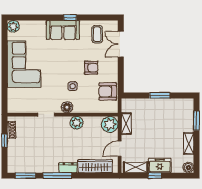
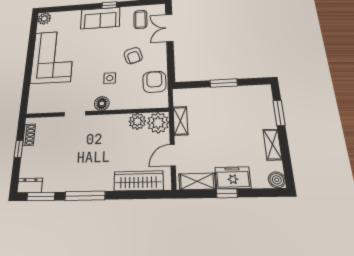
armchair: (91, 68) -> (133, 56), turned 73
armchair: (108, 91) -> (154, 82), turned 89
plant: (76, 123) -> (137, 121), moved
dresser: (68, 168) -> (30, 185), moved

